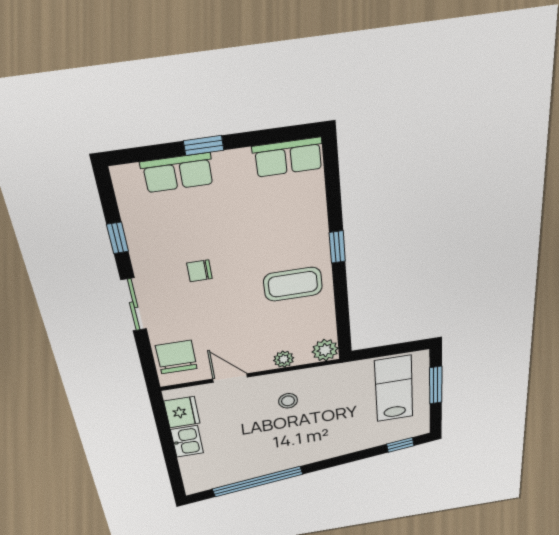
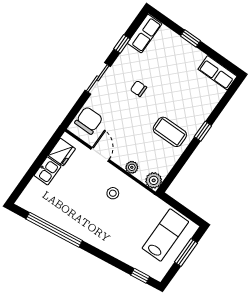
row of seats: (178, 173) -> (145, 34), moved, turned -90

